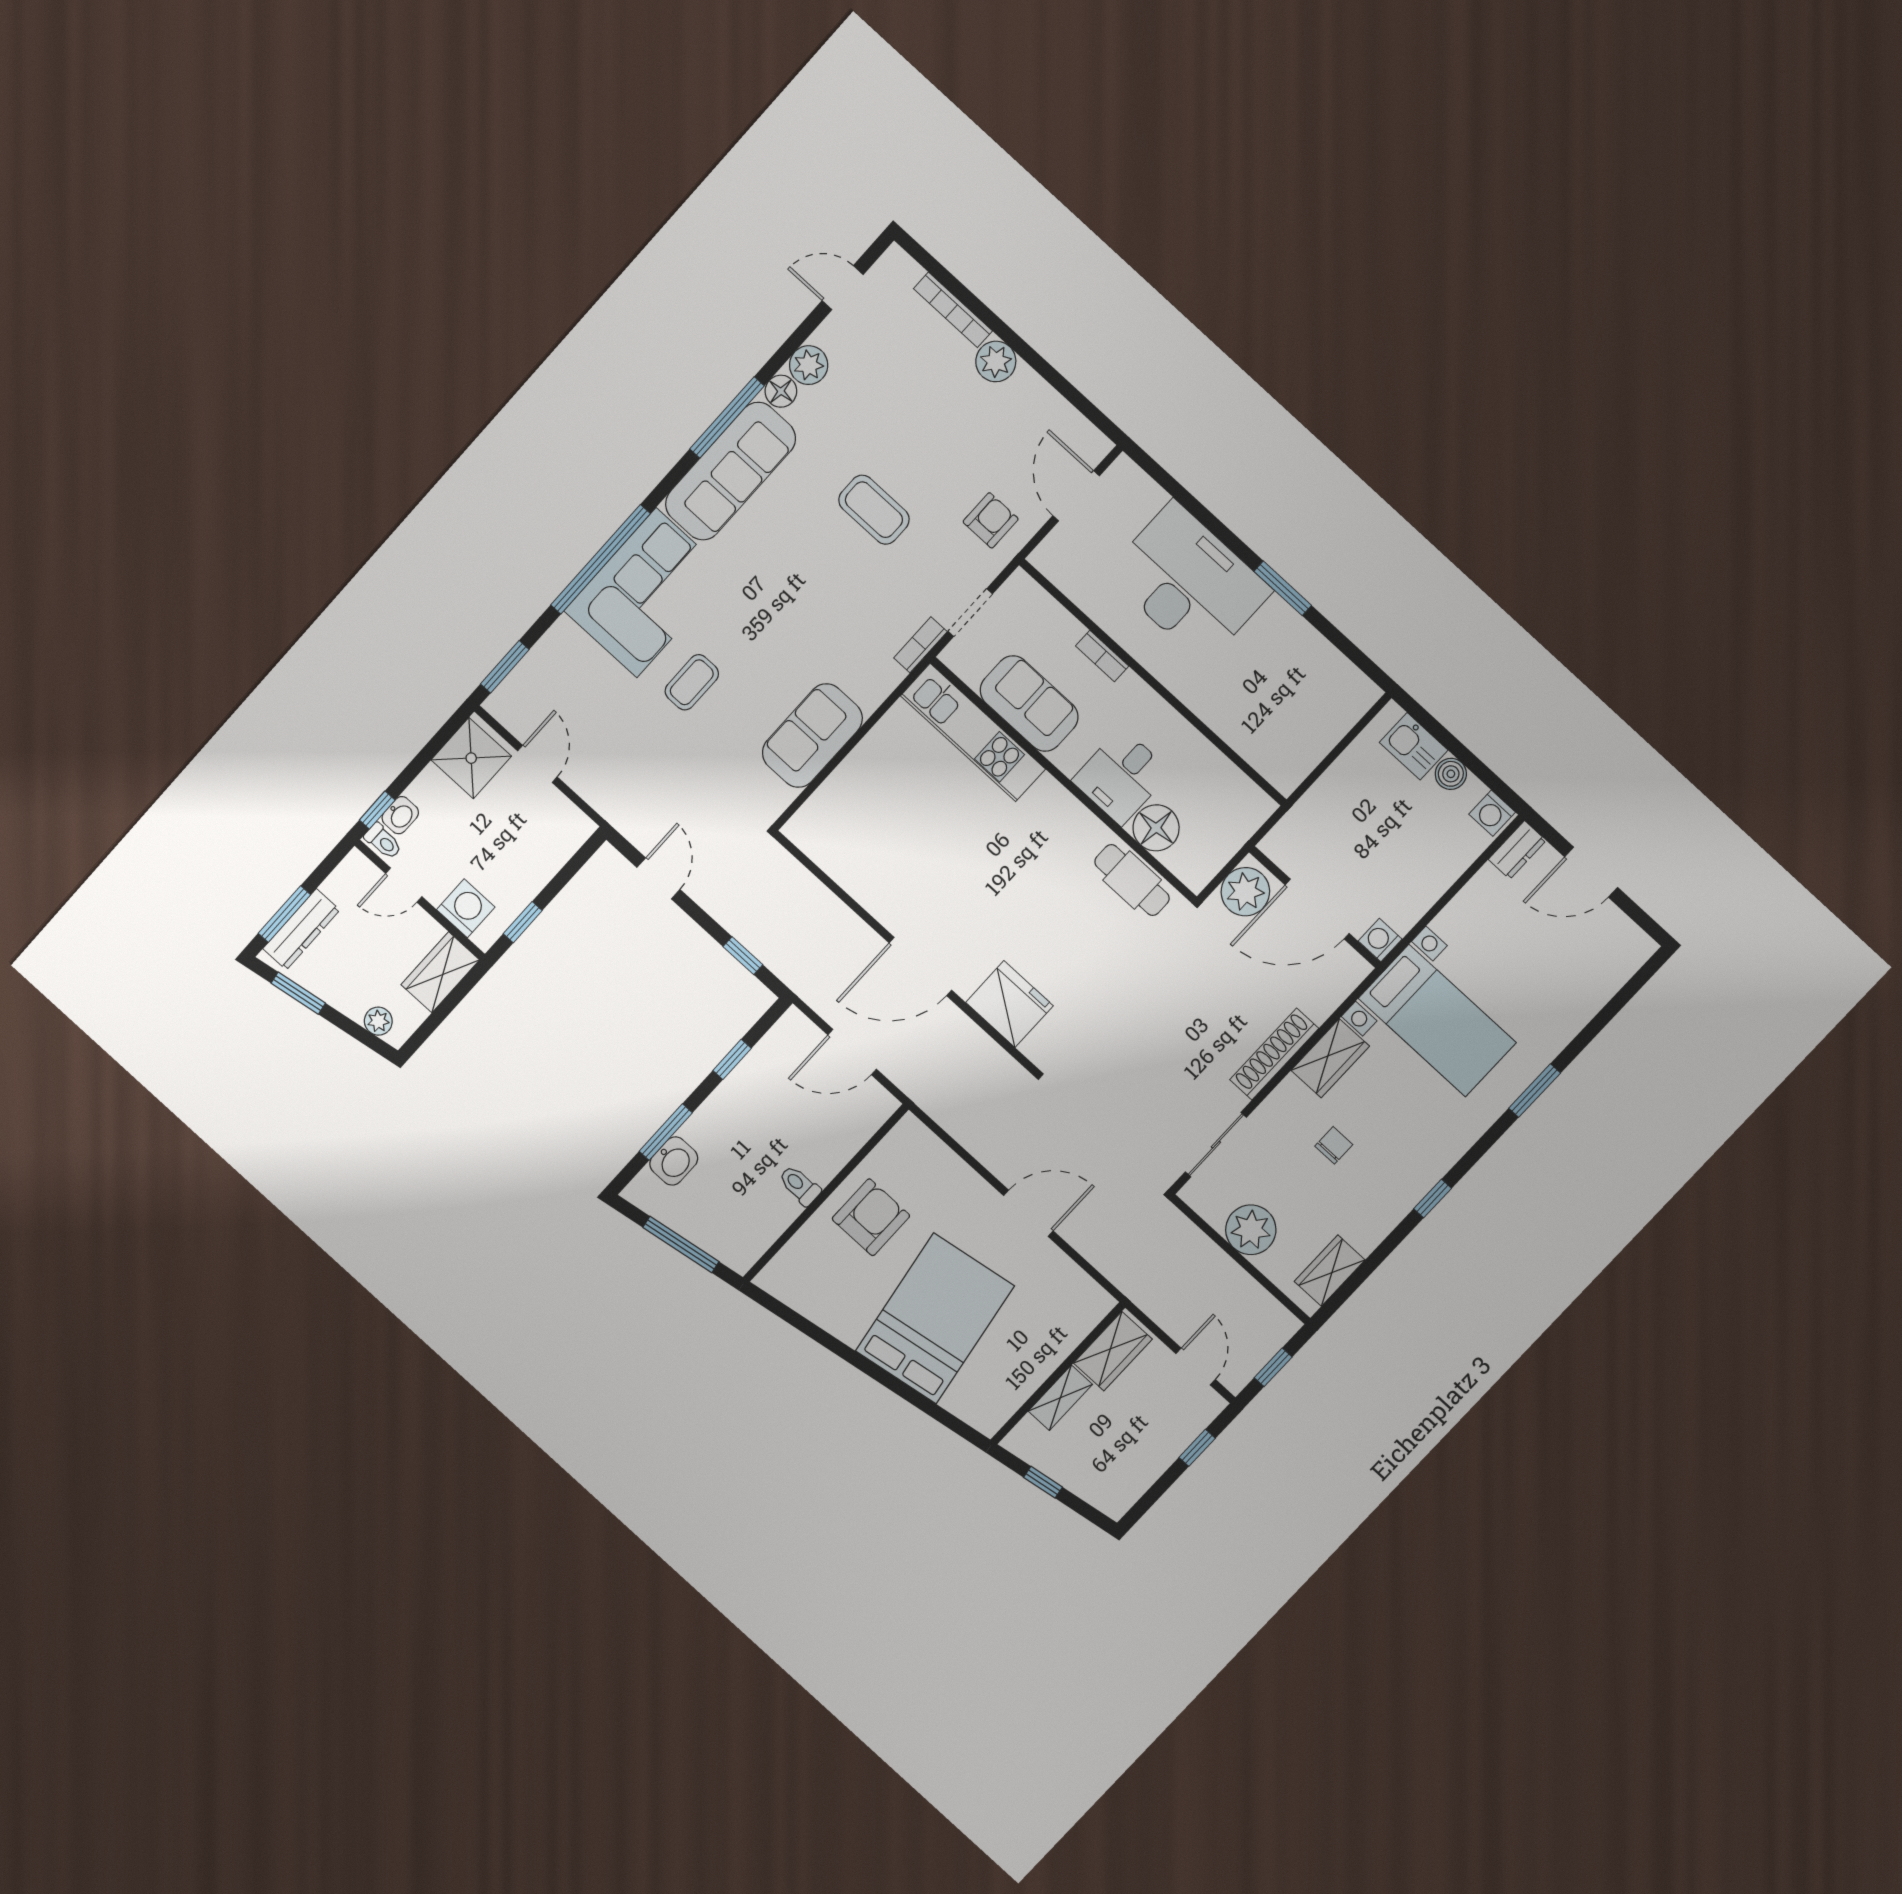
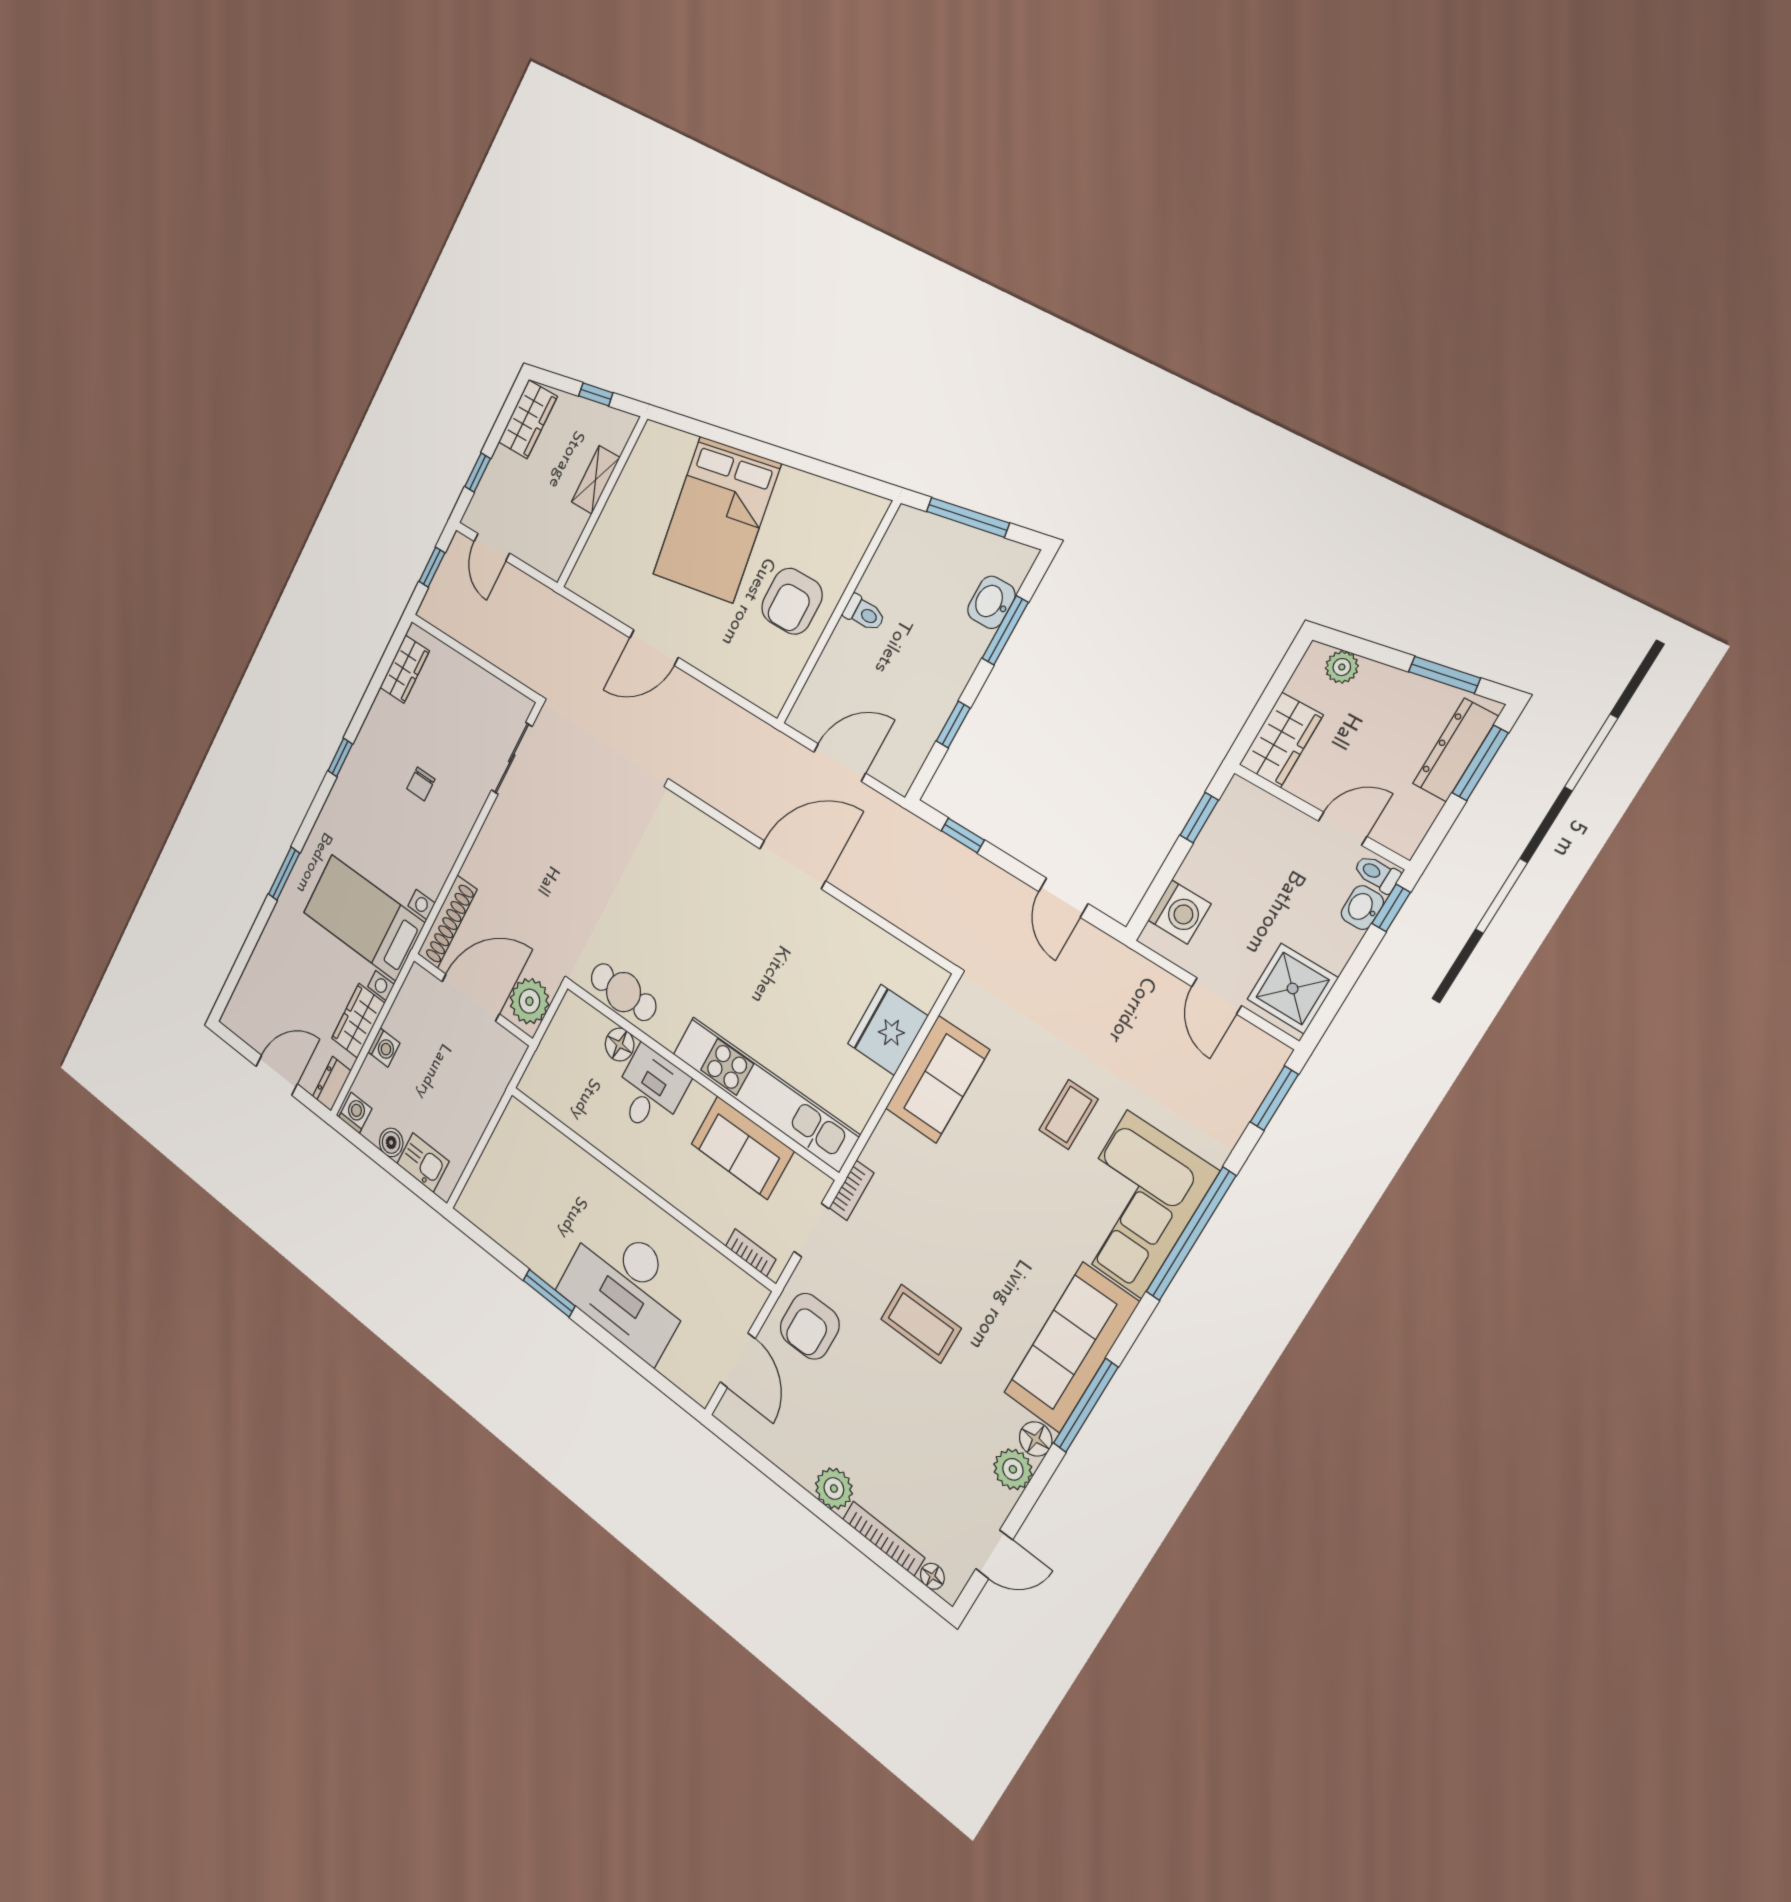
floor lamp: (909, 271) -> (932, 1576), added
armchair: (991, 520) -> (810, 1326), width x1.38, depth x1.38
bookcase: (1102, 656) -> (751, 1253), moved
kitchen unit: (973, 732) -> (765, 1094), width x1.36
floor lamp: (1156, 828) -> (620, 1045), width x0.73, depth x0.73
washing machine: (466, 908) -> (1179, 912), moved, turned -90
washing machine: (1380, 940) -> (384, 1048), moved
fridge: (1009, 1004) -> (888, 1030), moved, turned 90
shoe rack: (1274, 1054) -> (447, 922), moved
wardrobe: (1330, 1058) -> (358, 1021), moved
plant: (1251, 1230) -> (471, 688), removed
wardrobe: (1113, 1351) -> (528, 419), moved, turned 180

